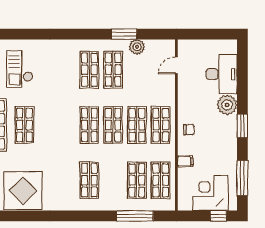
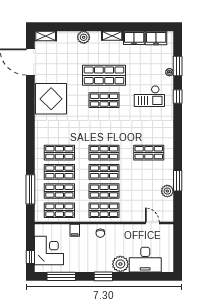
window: (20, 34) -> (178, 96), added
checkout: (20, 69) -> (149, 96), turned 180
shop shelf: (113, 70) -> (59, 172), moved

